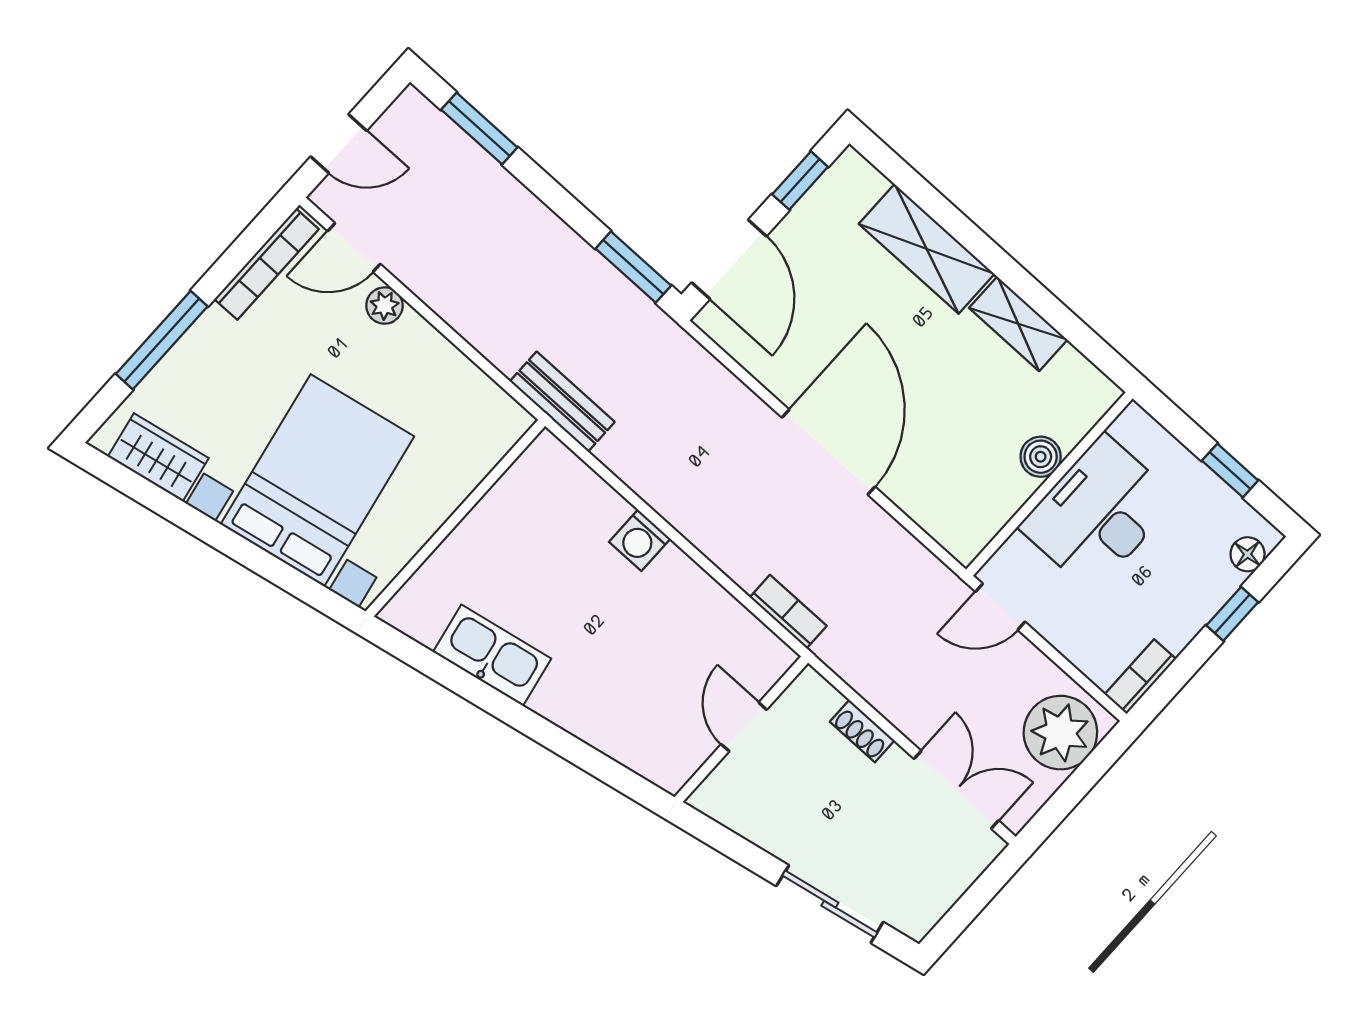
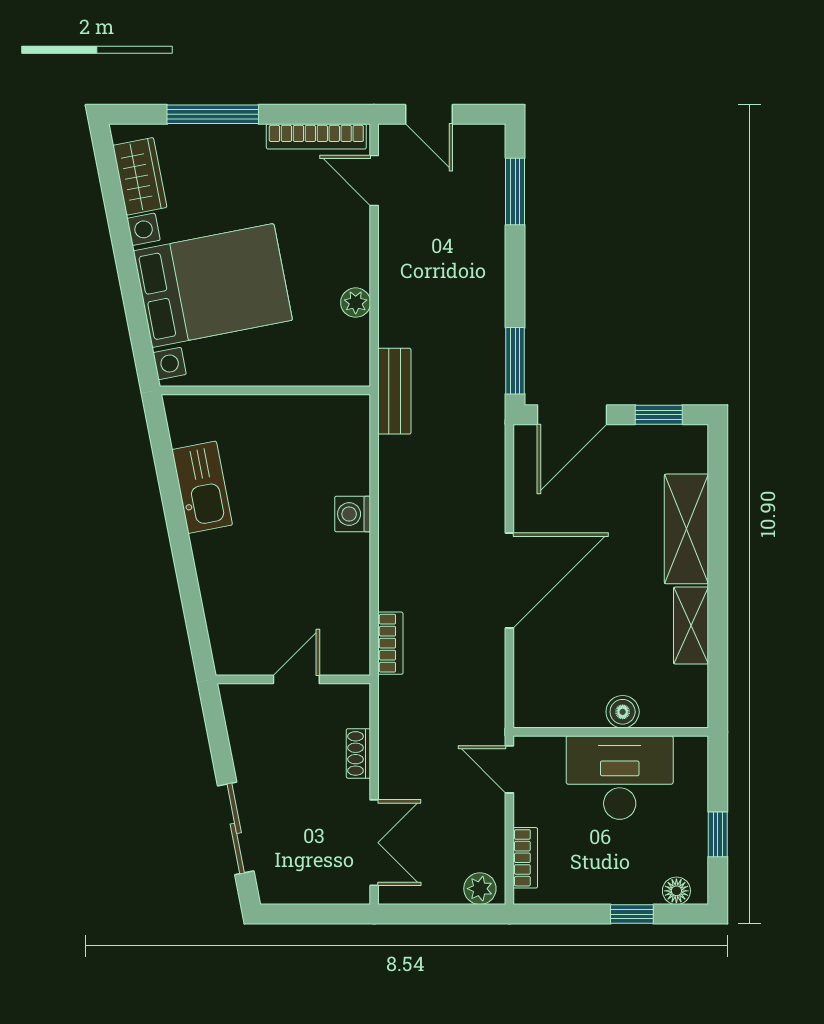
plant: (384, 306) -> (356, 303), moved
bookcase: (1140, 677) -> (525, 858), moved, turned 90
plant: (1060, 733) -> (480, 889), width x0.53, depth x0.53

